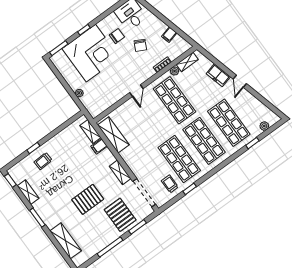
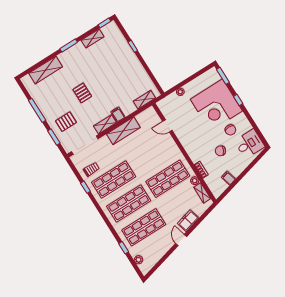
door: (240, 81) -> (181, 240), hinge flipped
door: (136, 91) -> (167, 126), moved
shelving: (113, 135) -> (123, 131), moved
filing cabinet: (99, 146) -> (118, 115), moved
trolley: (43, 161) -> (120, 54), removed
pallet: (88, 199) -> (82, 93), width x0.67, depth x0.71
pallet: (120, 215) -> (66, 122), width x0.67, depth x0.71

